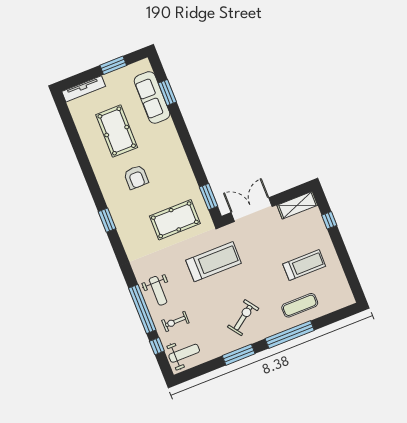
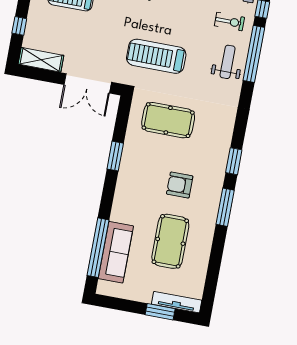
window: (113, 65) -> (160, 312), moved
window: (167, 93) -> (98, 248), width x2.11
armchair: (136, 177) -> (180, 185), turned -90
window: (92, 182) -> (225, 207), added
window: (209, 197) -> (115, 156), moved

